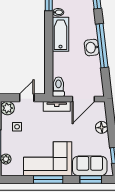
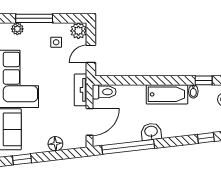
window: (102, 46) -> (128, 147), moved
door: (27, 98) -> (91, 54), swing flipped
door: (83, 99) -> (89, 122), swing flipped

